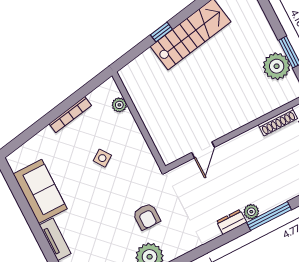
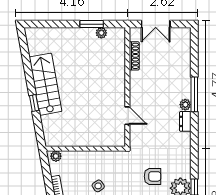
plant: (277, 66) -> (101, 33), width x0.53, depth x0.53
plant: (119, 105) -> (56, 156), moved

